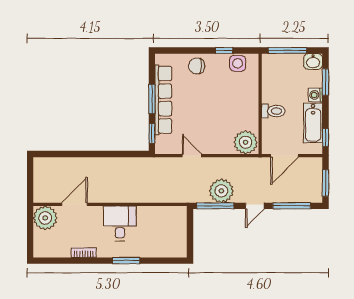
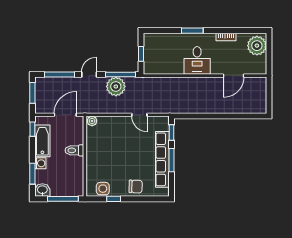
plant: (246, 142) -> (92, 121), width x0.53, depth x0.53
plant: (45, 218) -> (257, 46), moved
window: (190, 231) -> (141, 54), added

